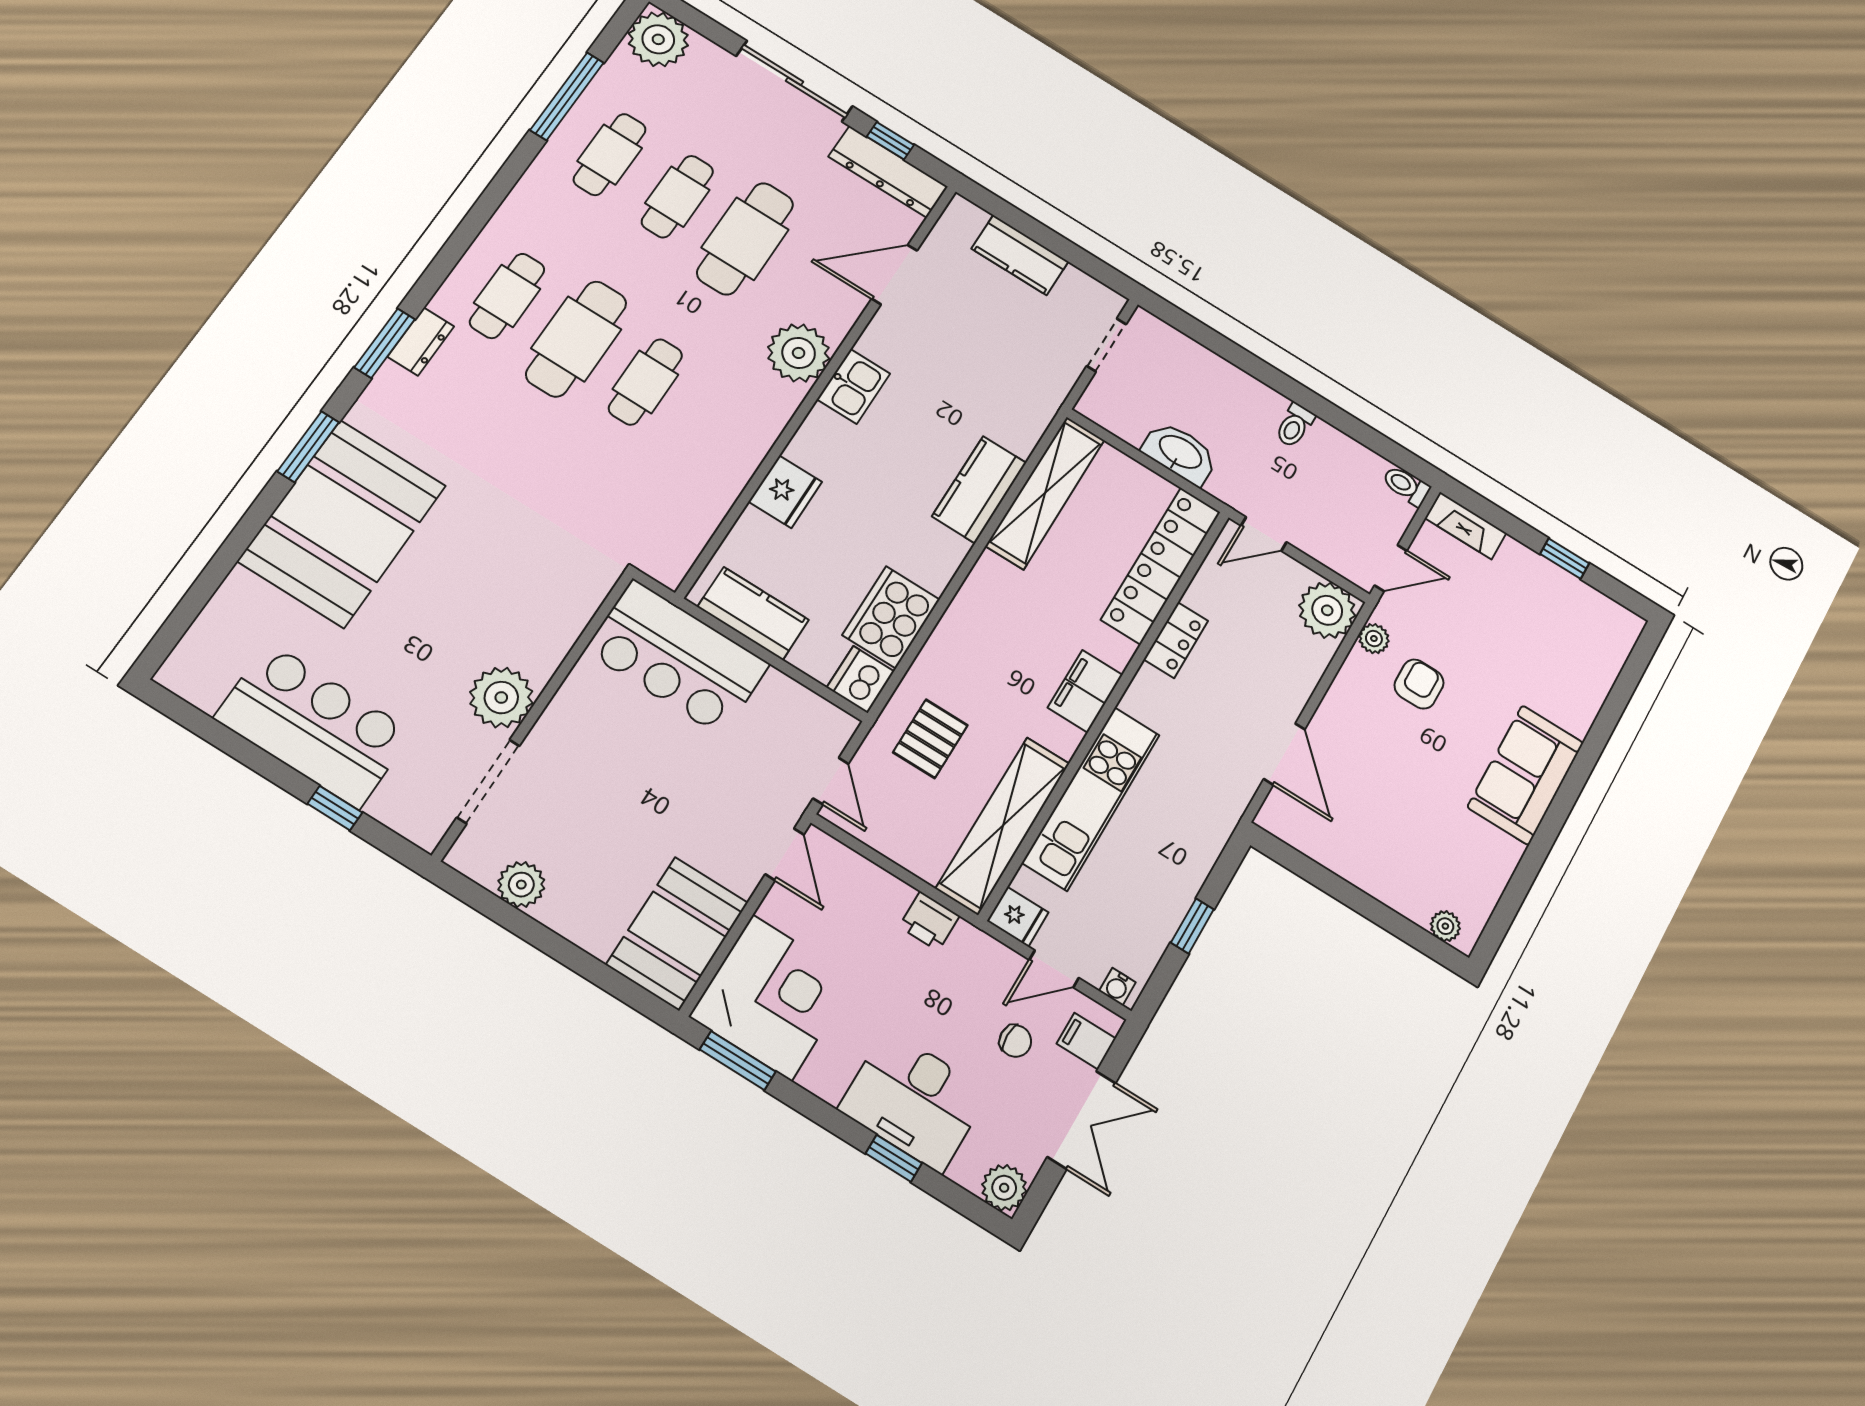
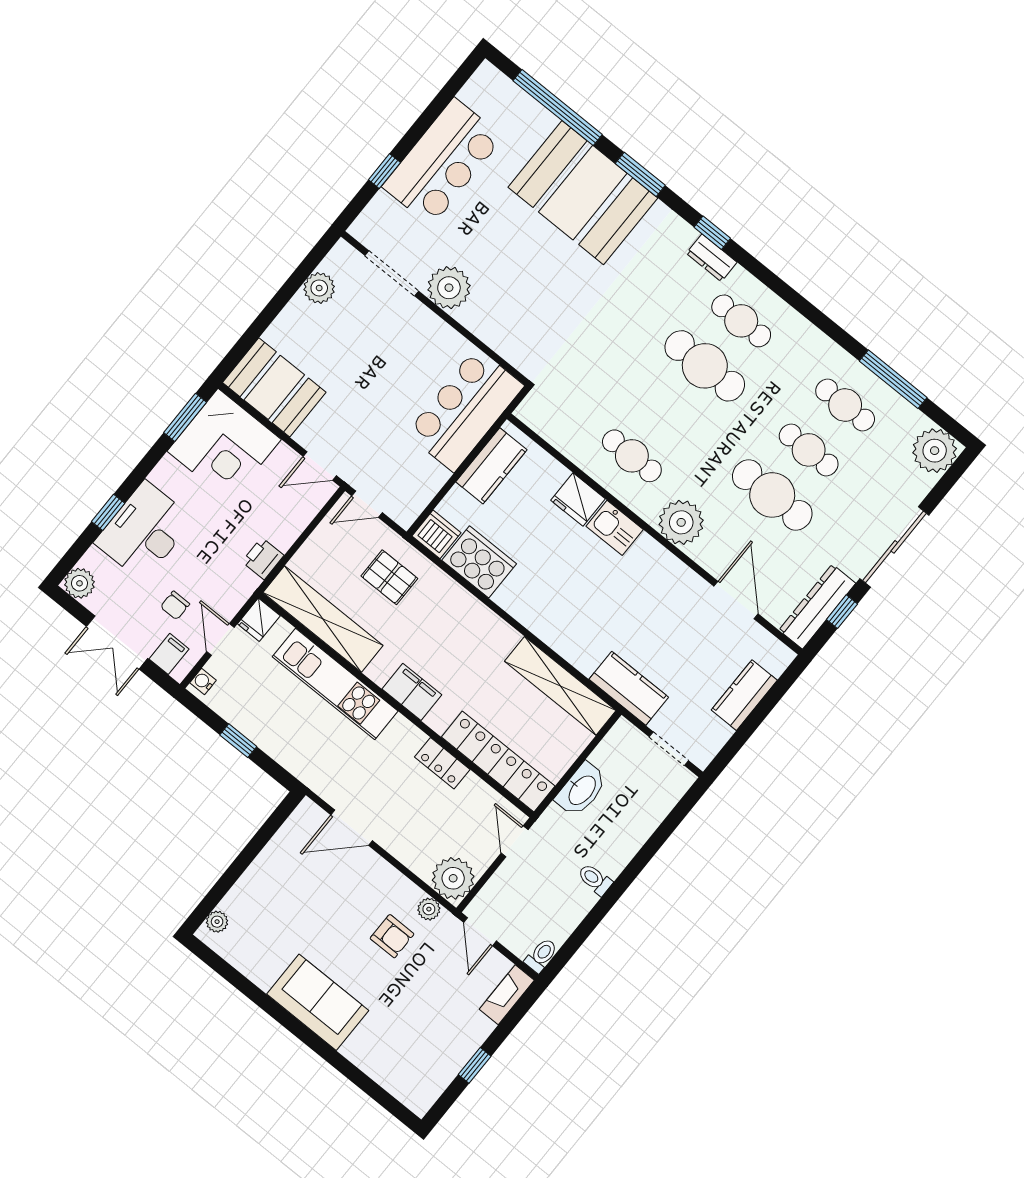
window: (385, 343) -> (712, 233), width x0.67
cafe table: (645, 382) -> (632, 456), moved
kitchen sink: (854, 386) -> (615, 528), moved
kitchen counter: (979, 490) -> (629, 688), moved
window: (218, 570) -> (558, 108), added

